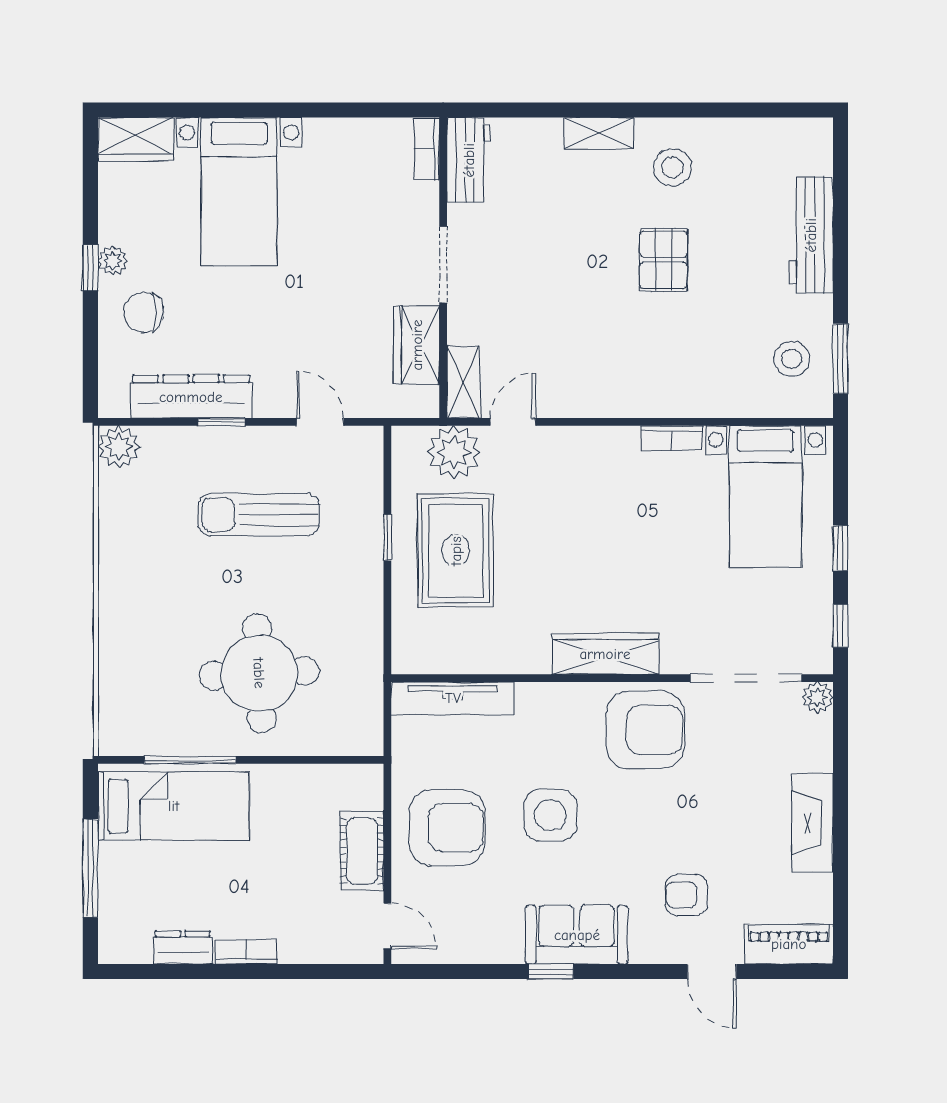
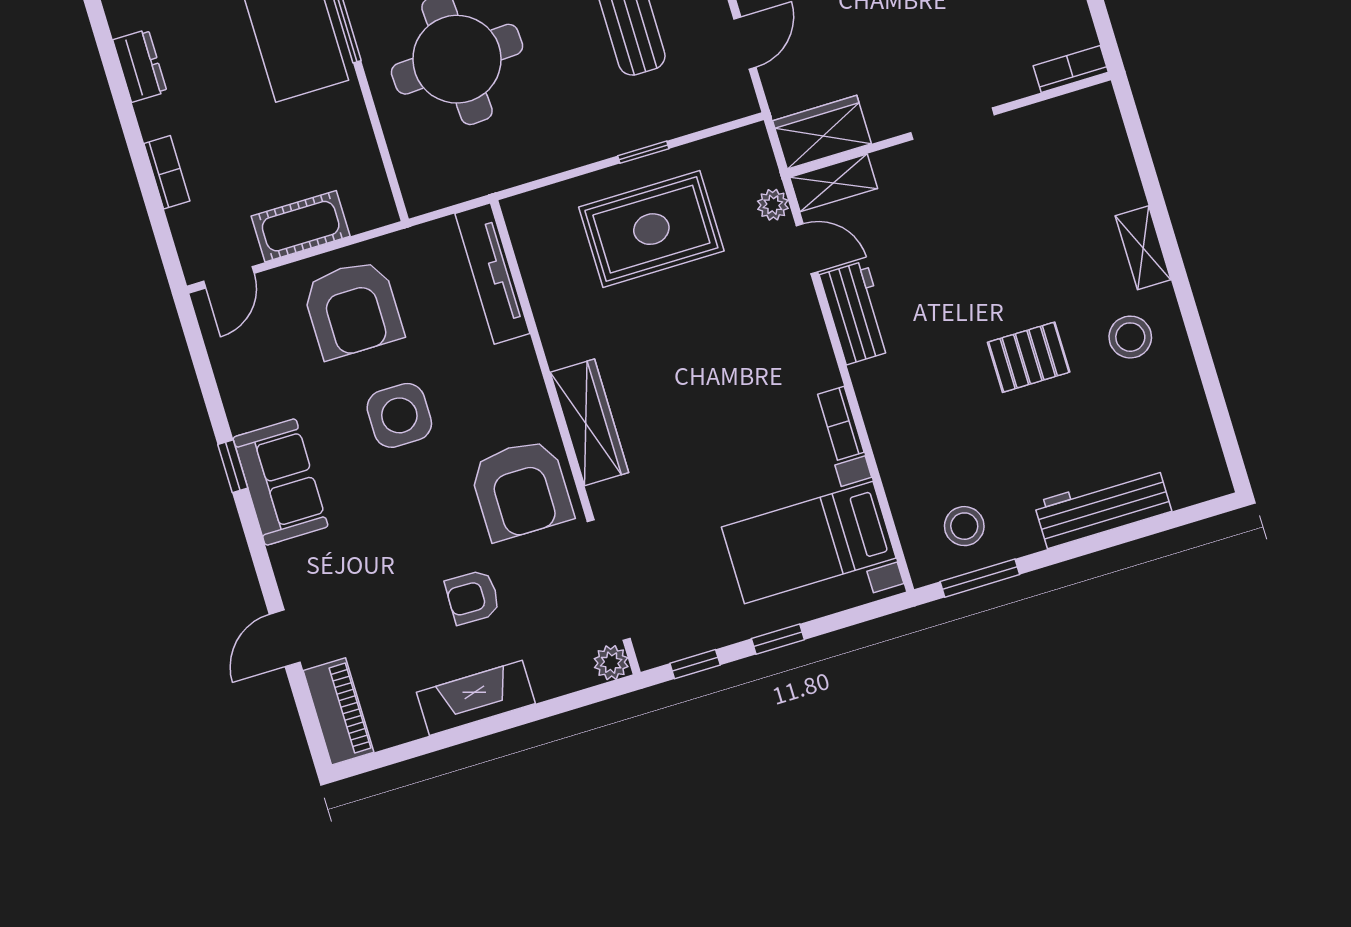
workbench: (469, 160) -> (856, 313), moved, turned -90
wardrobe: (417, 345) -> (822, 132), moved
plant: (454, 452) -> (773, 205), width x0.53, depth x0.53
armchair: (687, 895) -> (473, 597), moved, turned -89
bookcase: (246, 952) -> (167, 172), moved

